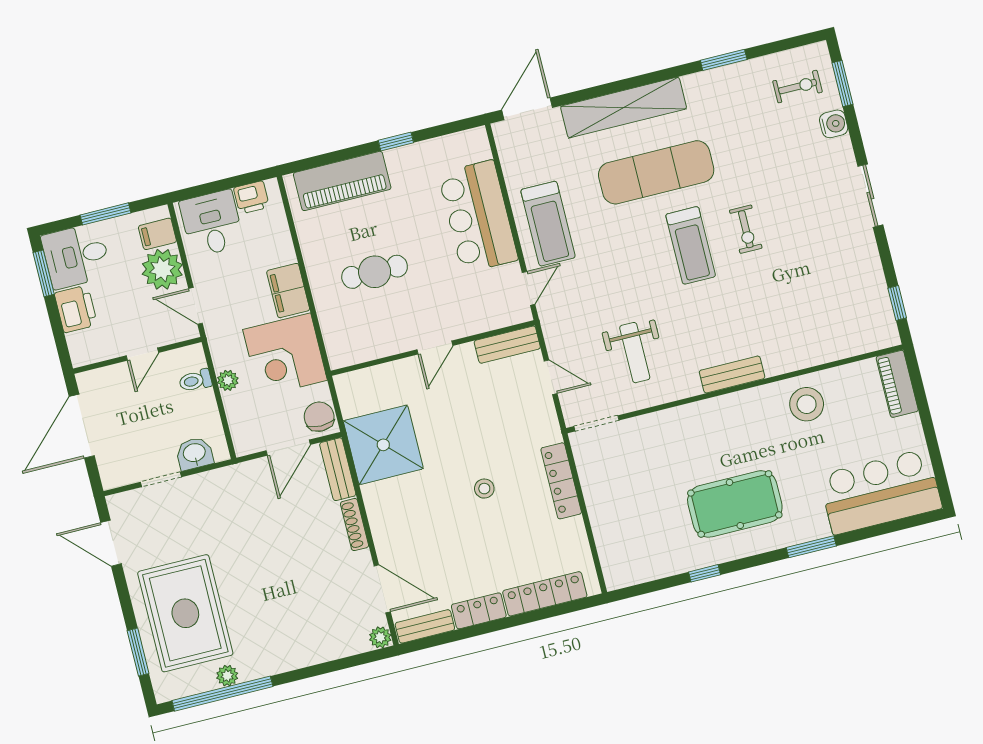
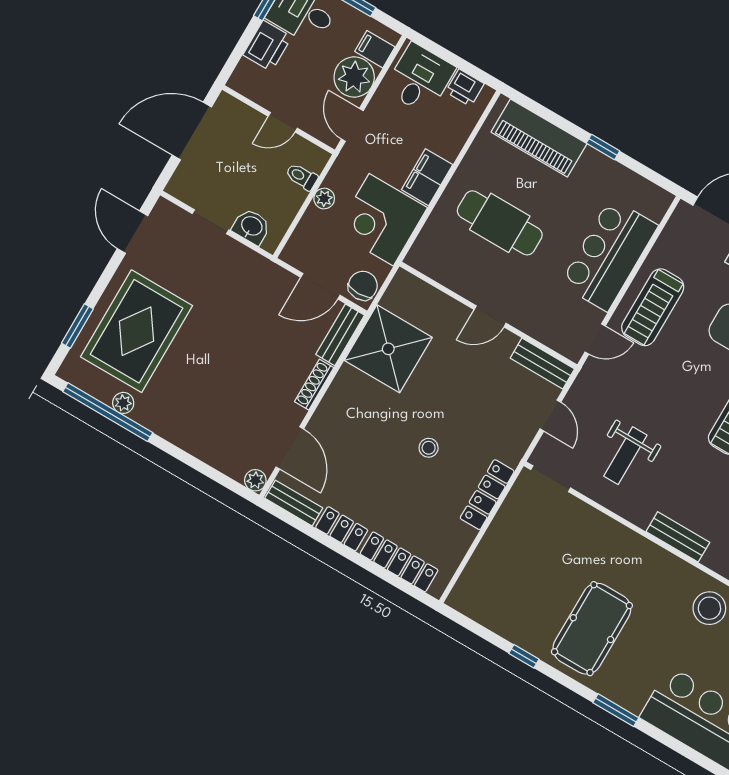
cafe table: (375, 272) -> (500, 223), width x1.37, depth x1.35
pool table: (735, 504) -> (592, 629), turned 90

